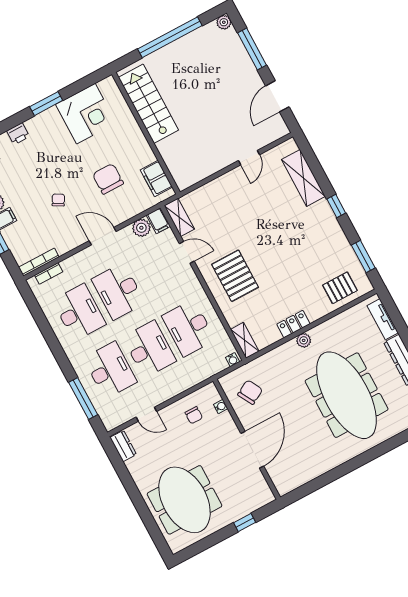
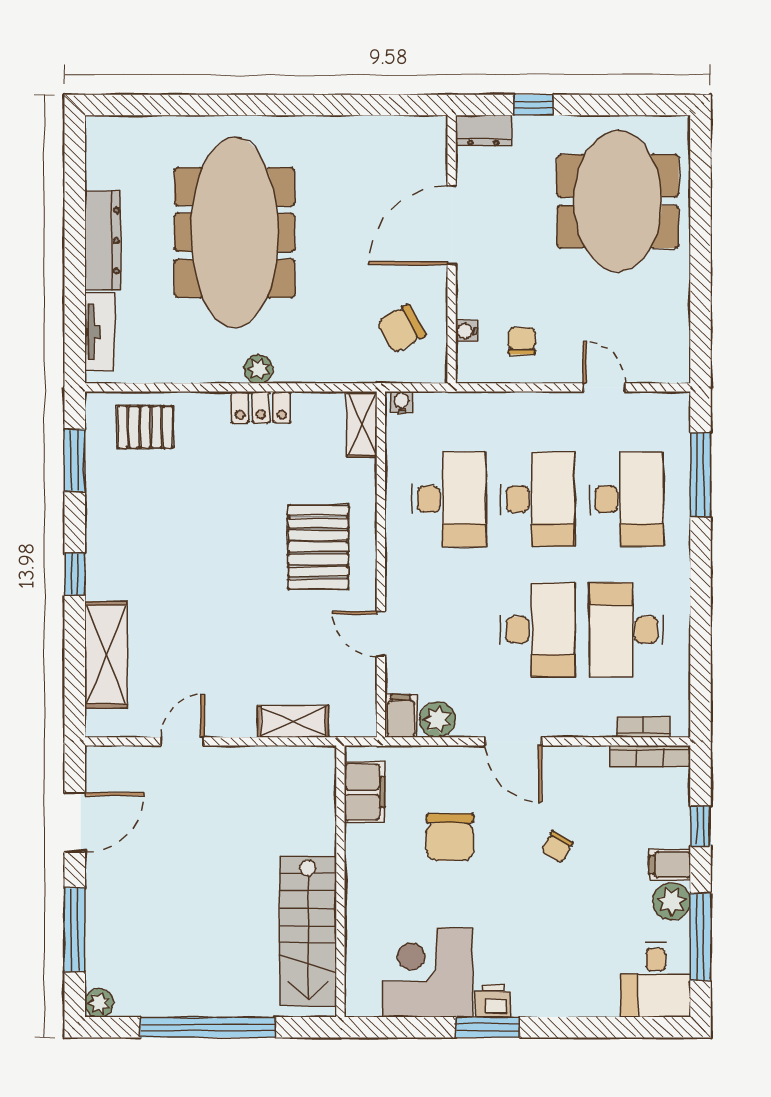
printer: (18, 134) -> (493, 1001), moved
shelving: (179, 217) -> (293, 722), moved, turned 90
desk: (149, 349) -> (538, 499), turned 180
desk: (110, 370) -> (626, 499), turned 180
dresser: (123, 446) -> (483, 131), moved, turned -90

